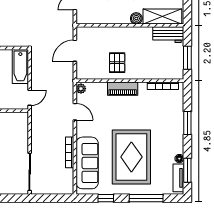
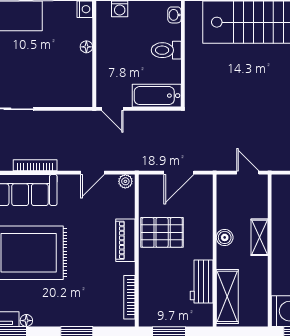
boiler: (136, 18) -> (225, 237), moved
workbench: (168, 35) -> (202, 282), moved
door: (75, 51) -> (179, 173), swing flipped
pallet: (117, 63) -> (162, 232), width x1.50, depth x1.42

